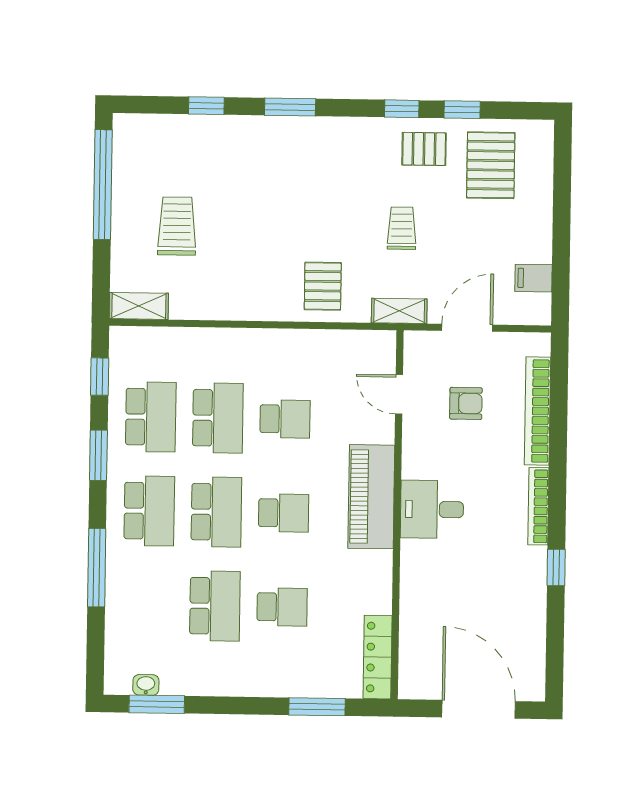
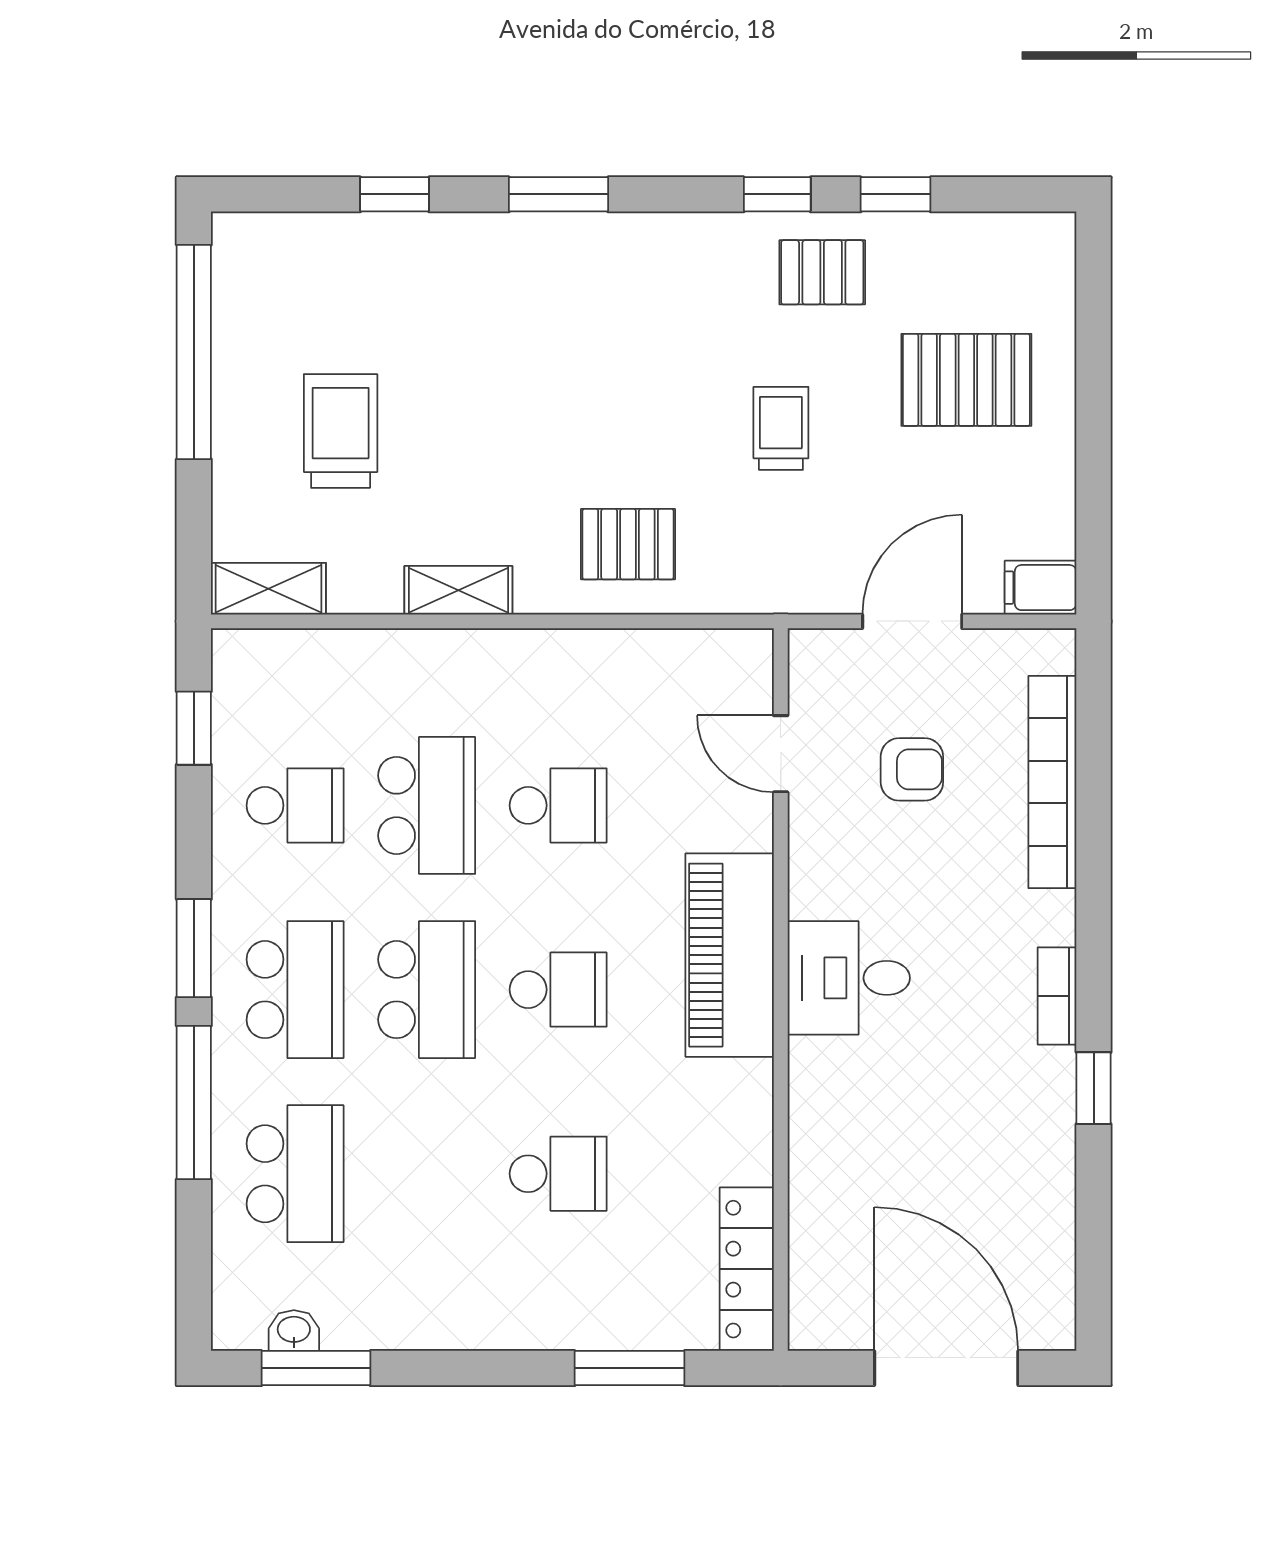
pallet: (491, 165) -> (966, 380), moved, turned 90
filing cabinet: (534, 278) -> (1041, 588), moved
pallet: (323, 286) -> (628, 544), turned 90
shelving: (399, 311) -> (458, 590), moved
school desk: (151, 417) -> (295, 805), width x0.54
window: (98, 455) -> (194, 948), moved
bookcase: (538, 506) -> (1057, 996), width x0.64
school desk: (215, 606) -> (295, 1174), moved

